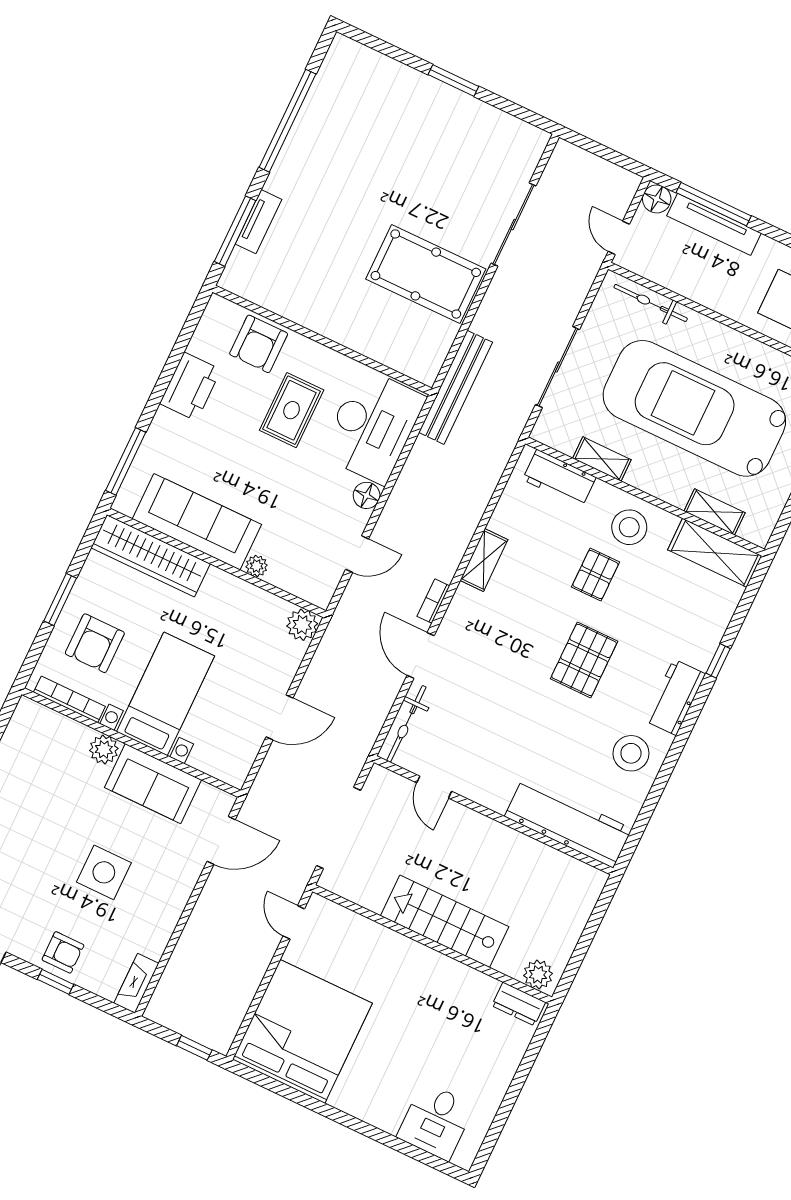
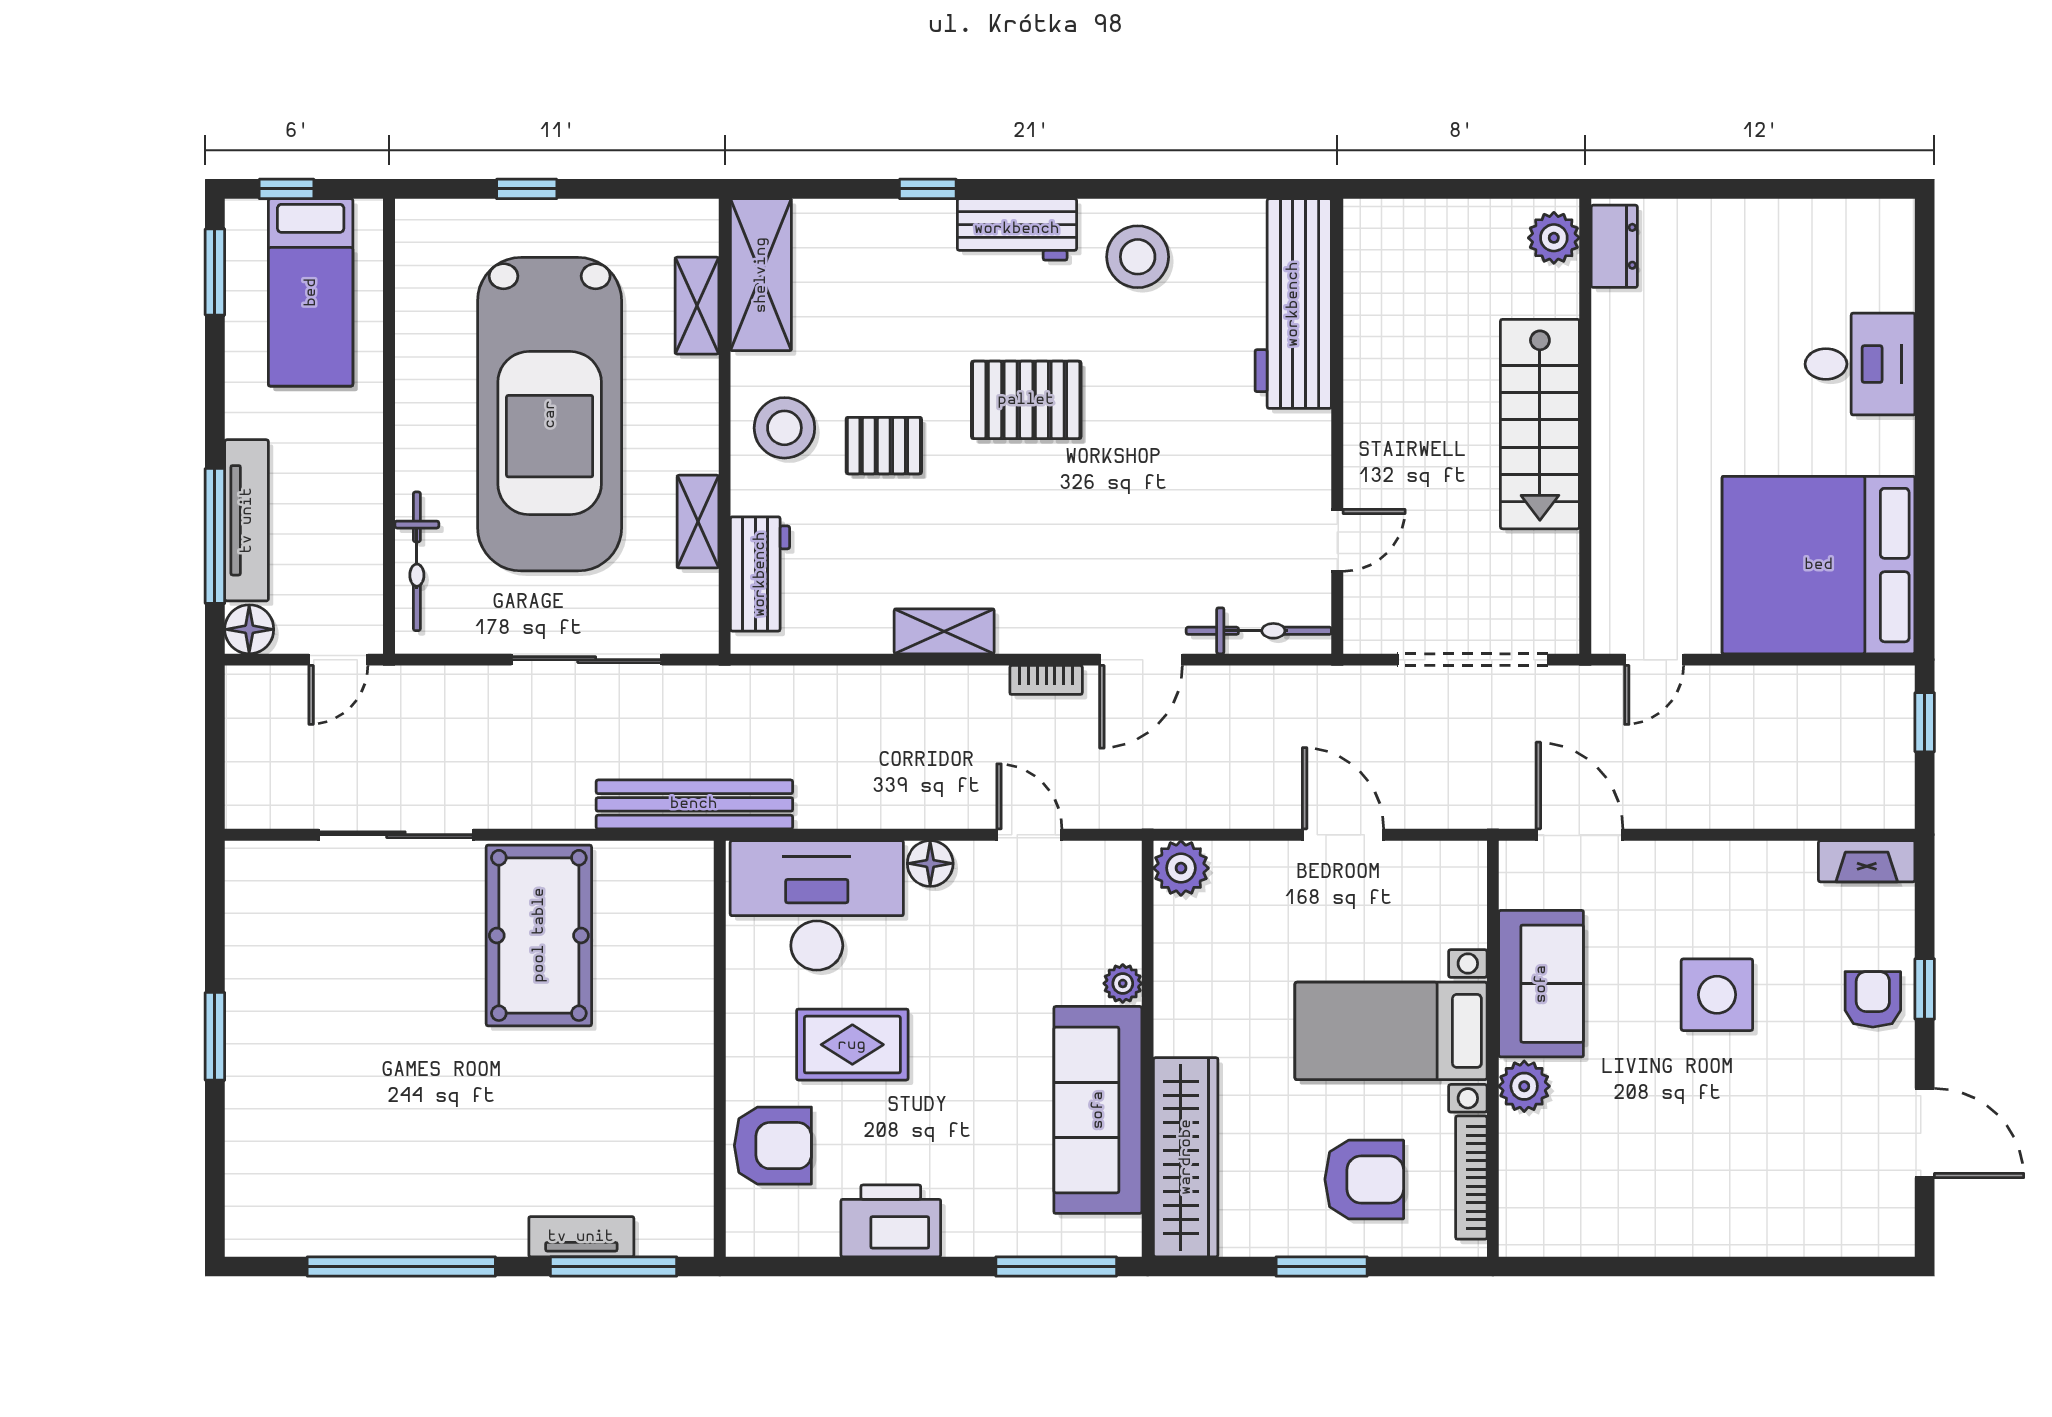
desk: (436, 1121) -> (1860, 364), moved

